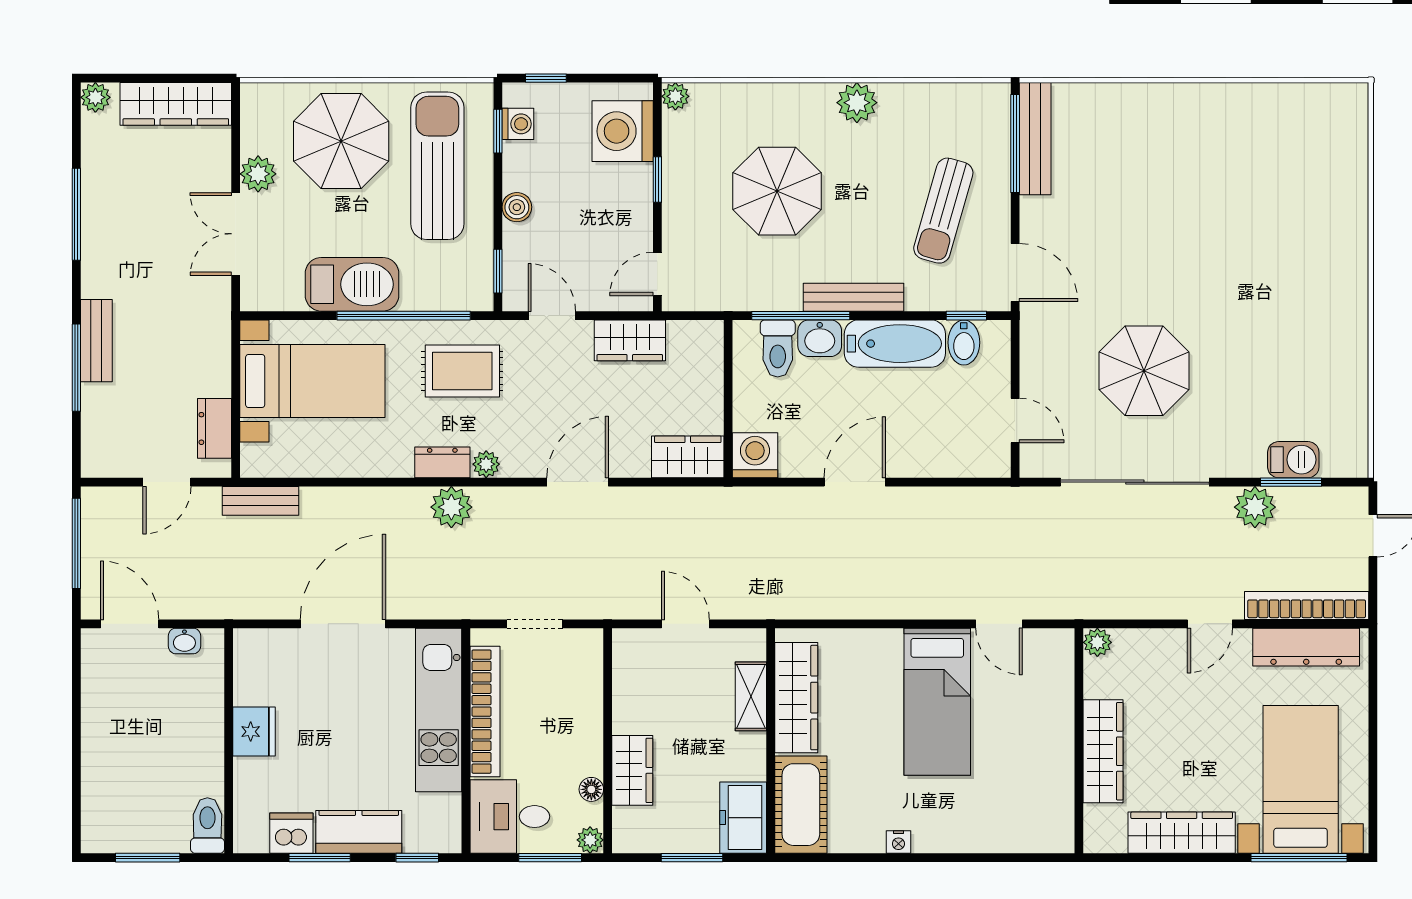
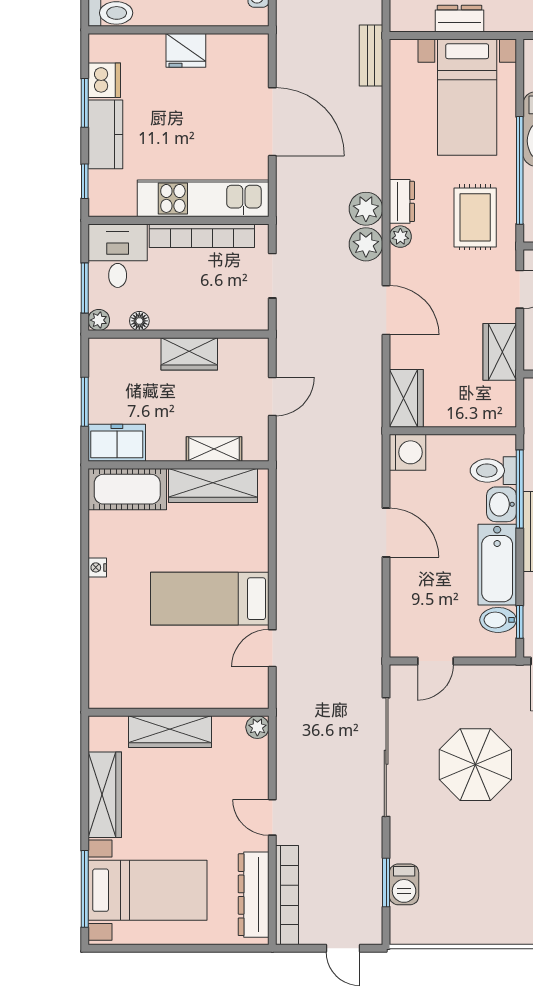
dresser: (215, 428) -> (459, 19), moved
plant: (1255, 507) -> (366, 244), moved
wardrobe: (632, 770) -> (189, 354), moved

